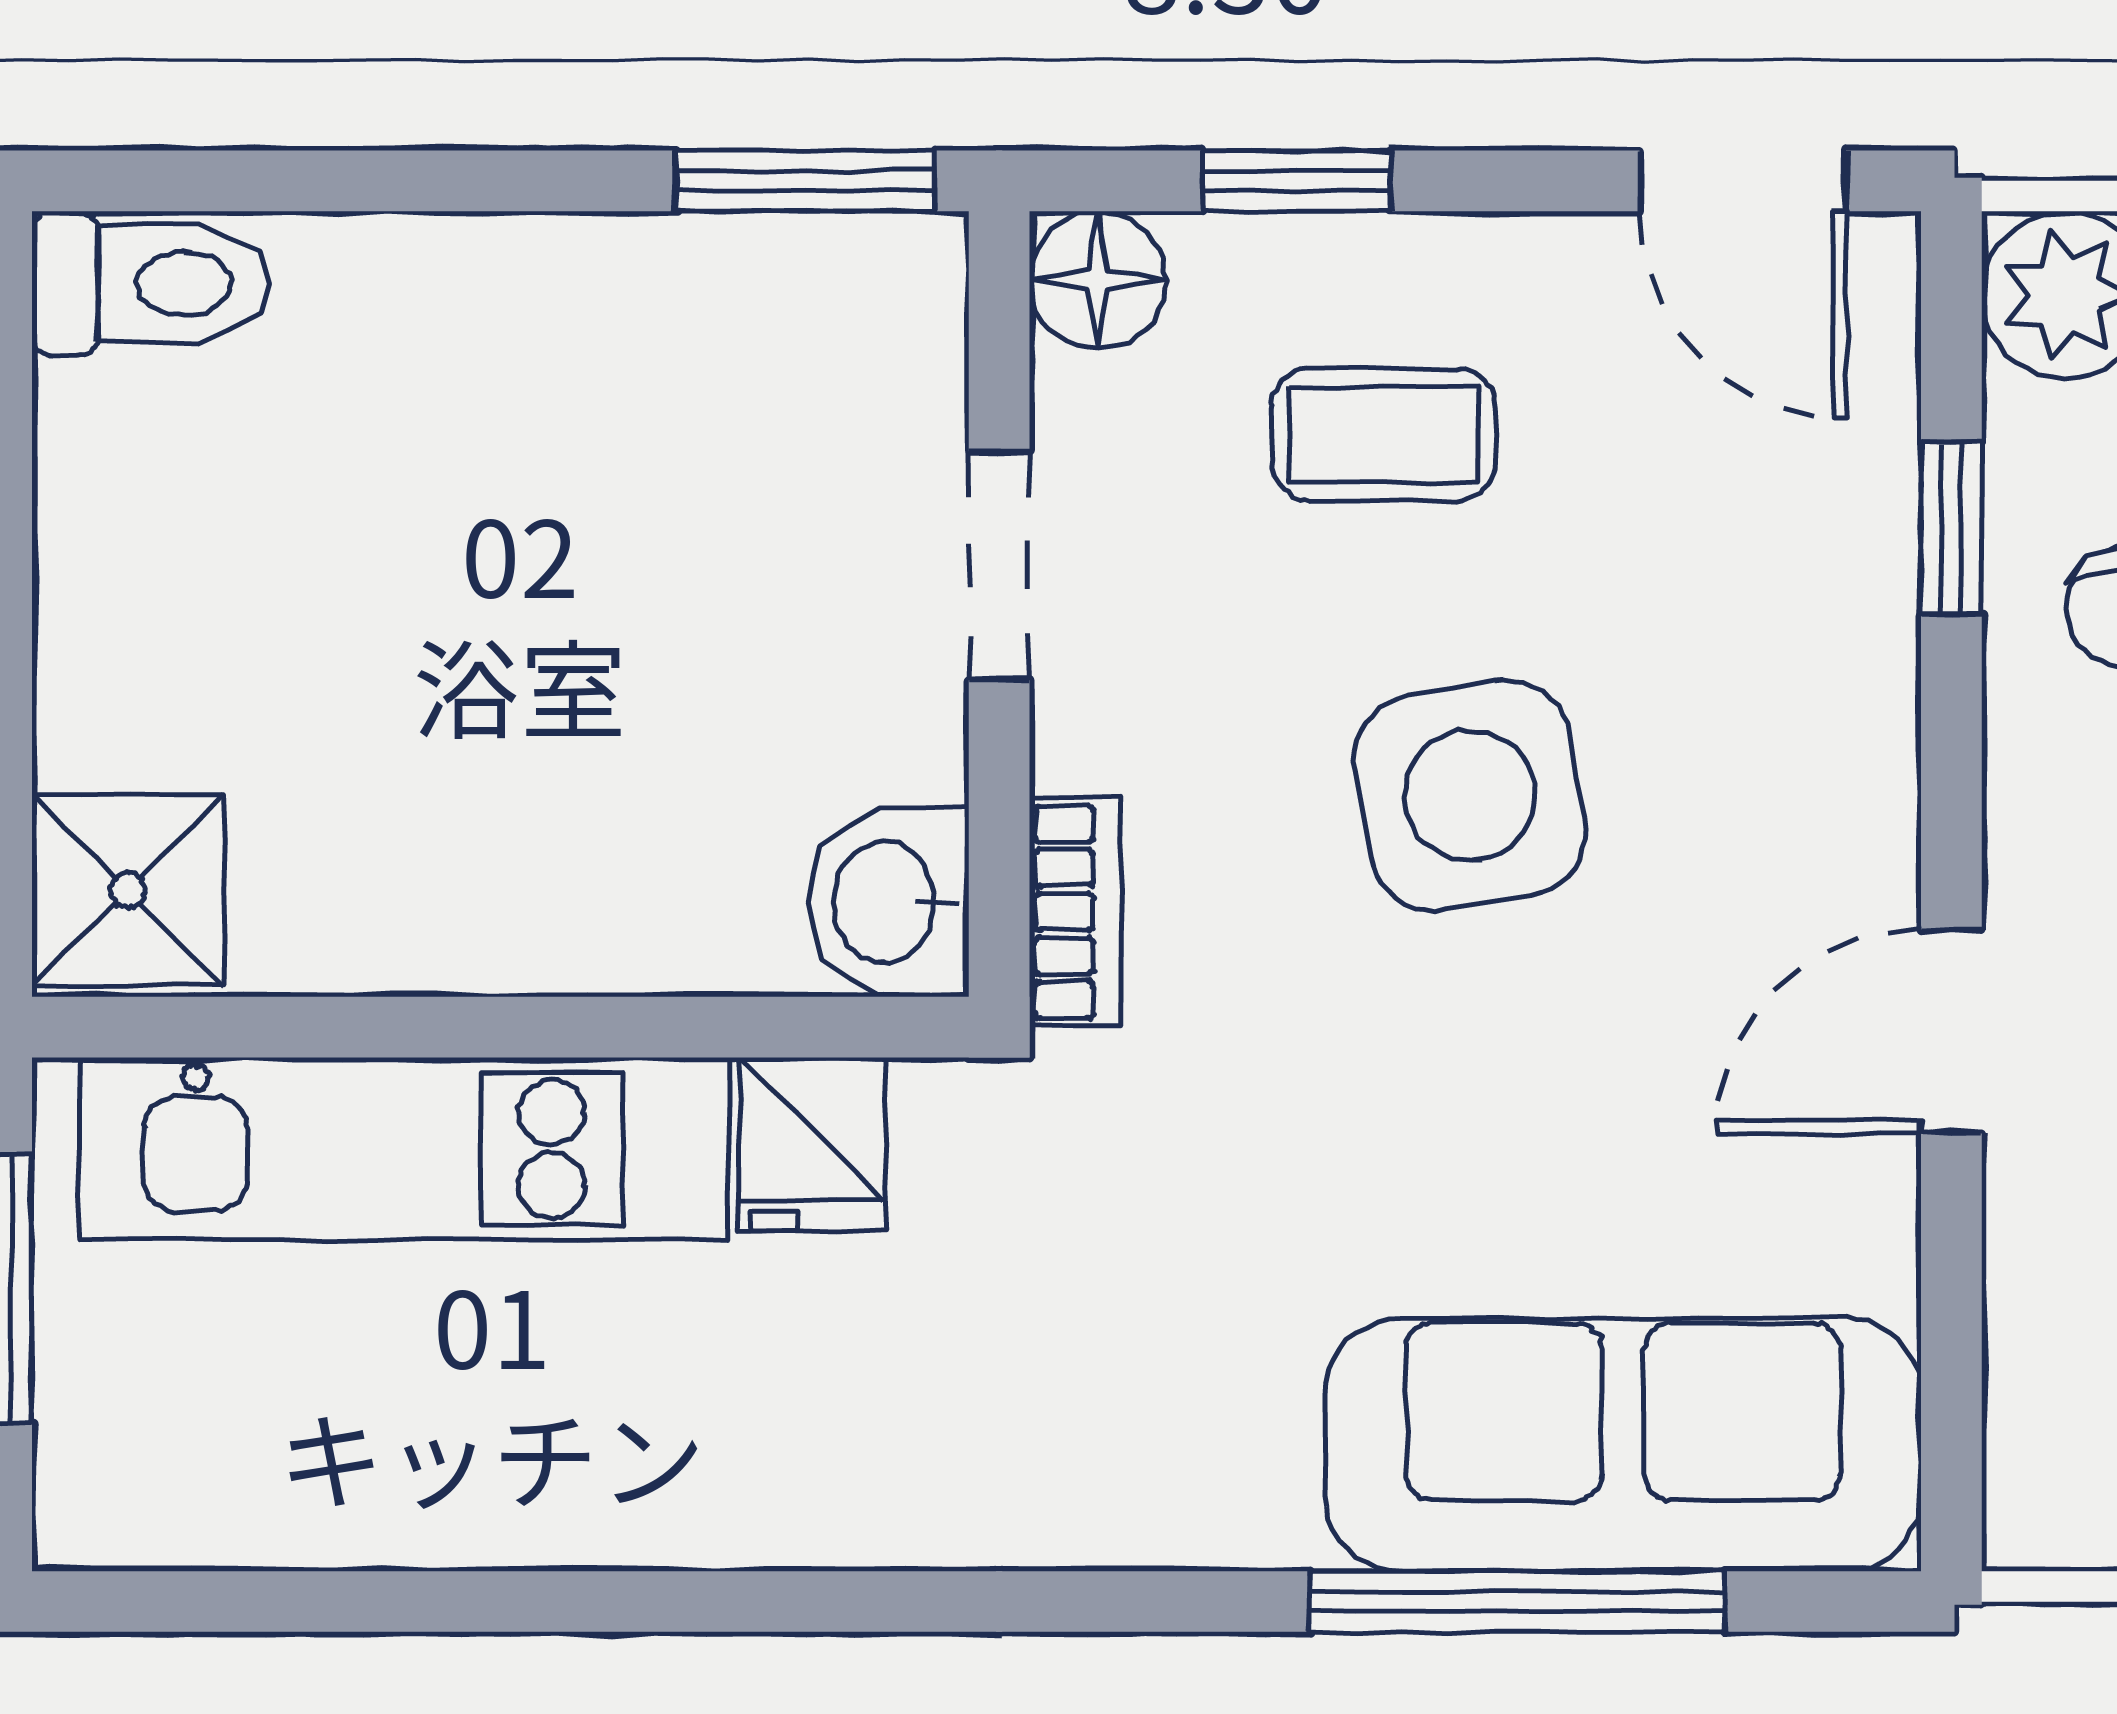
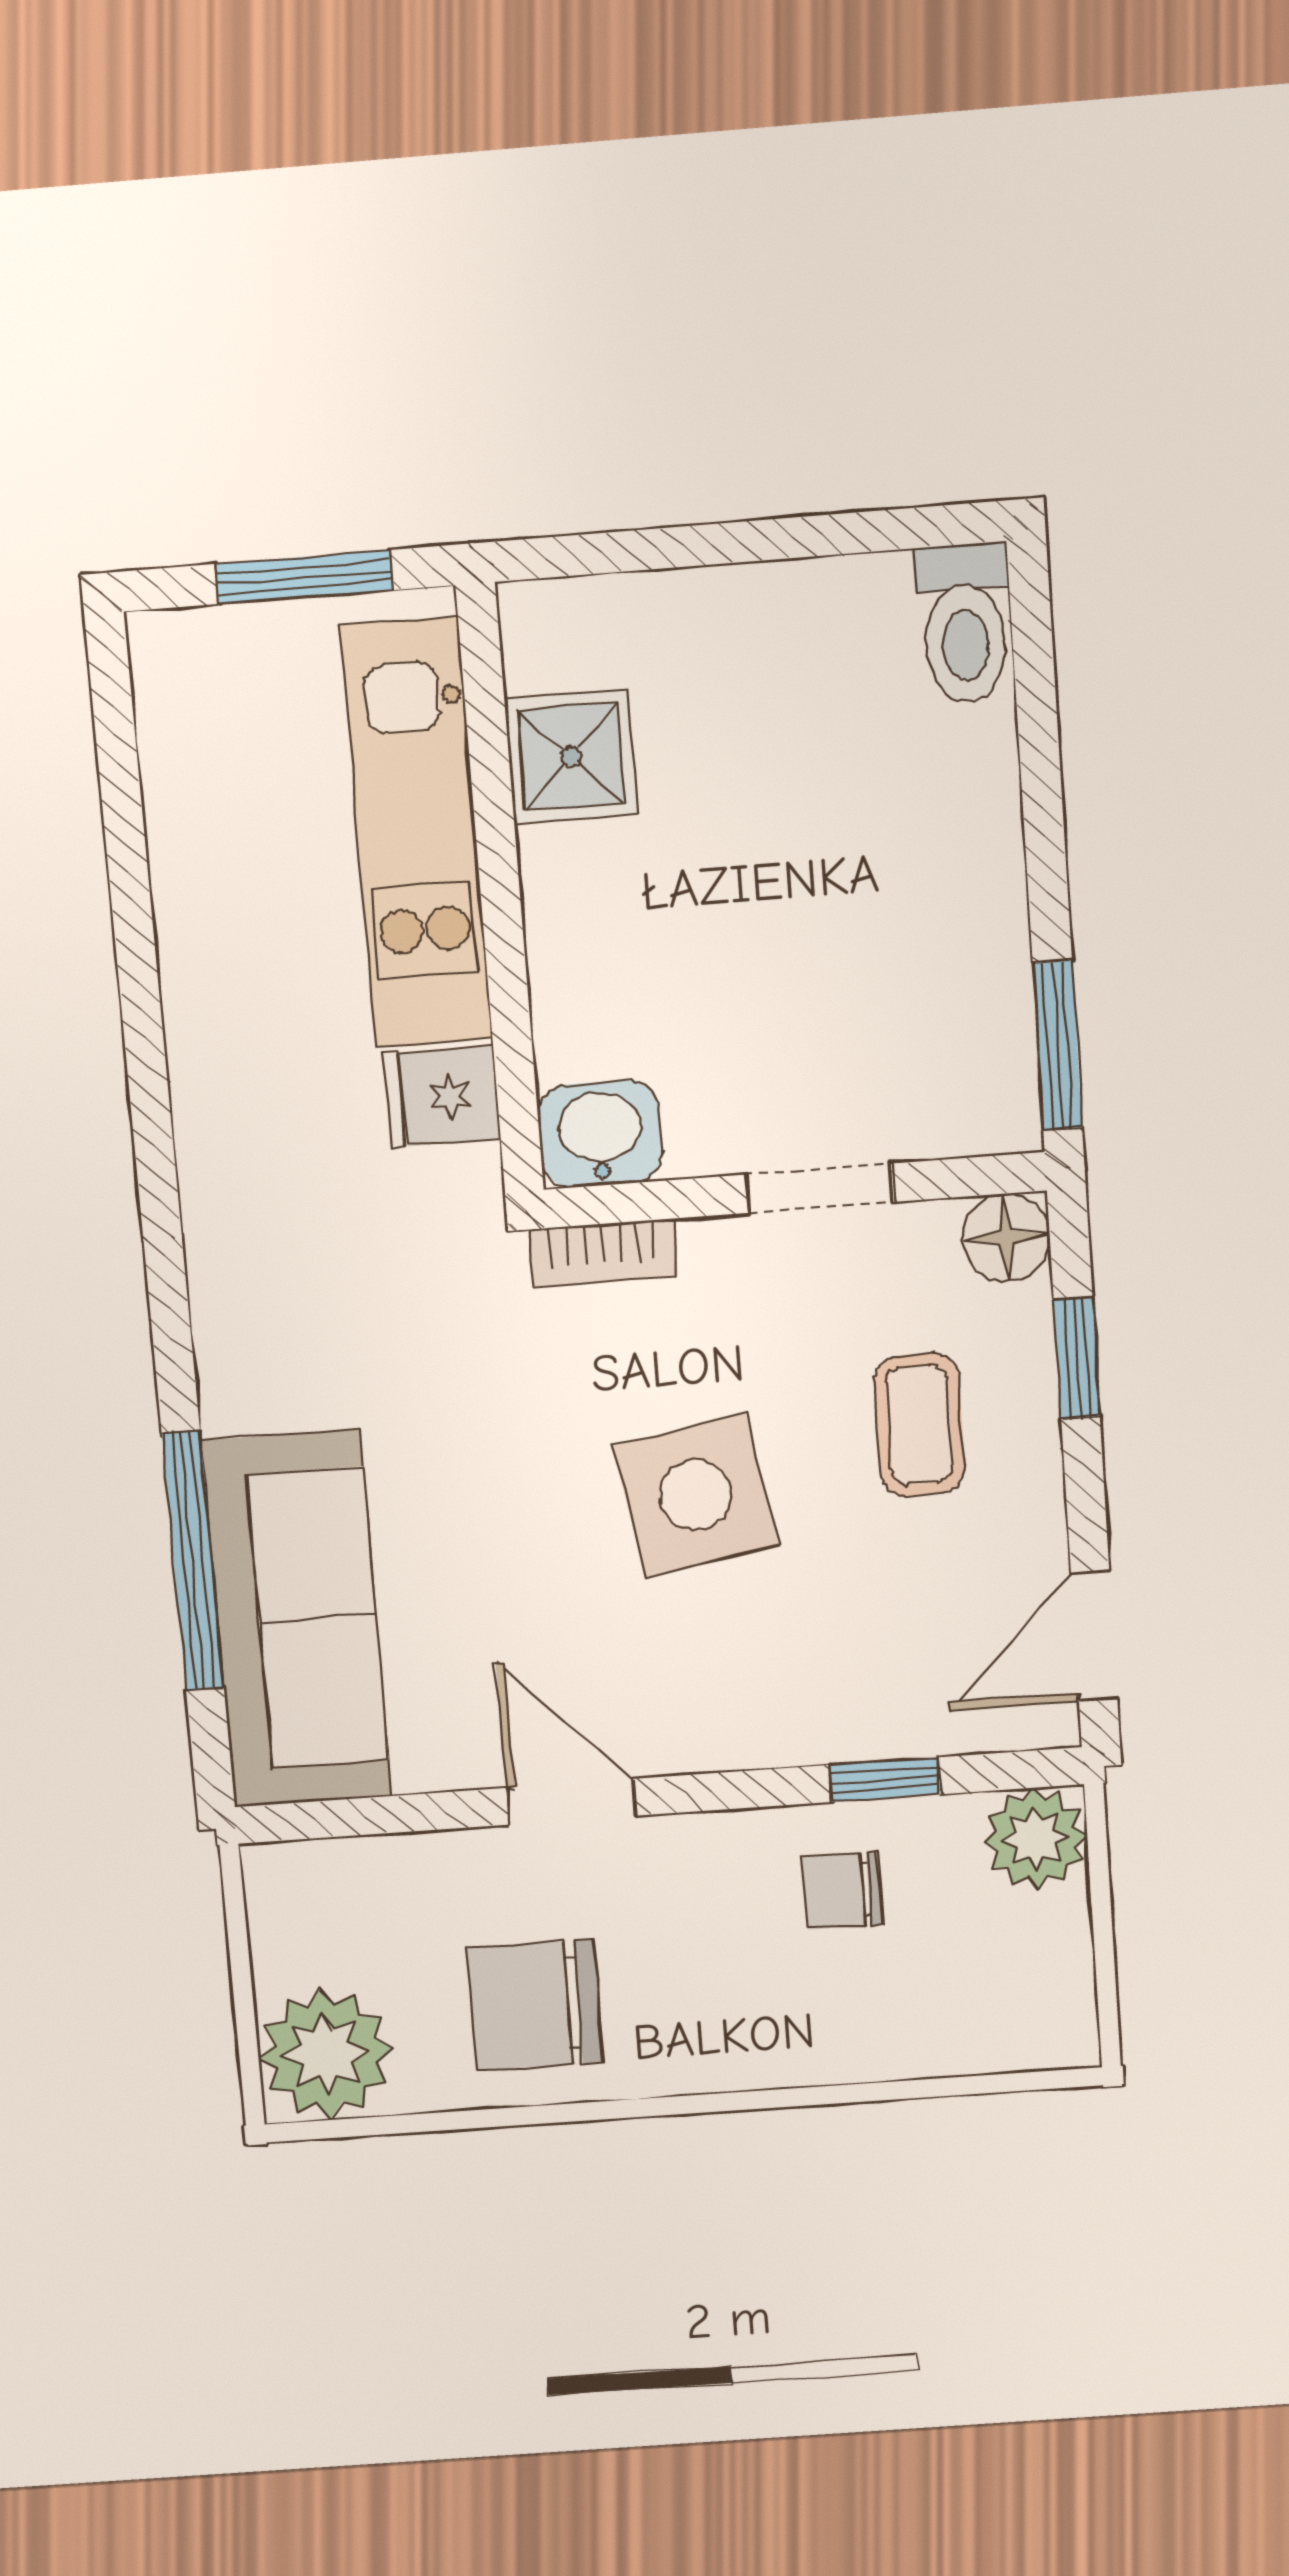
shower: (128, 890) -> (571, 756), moved

